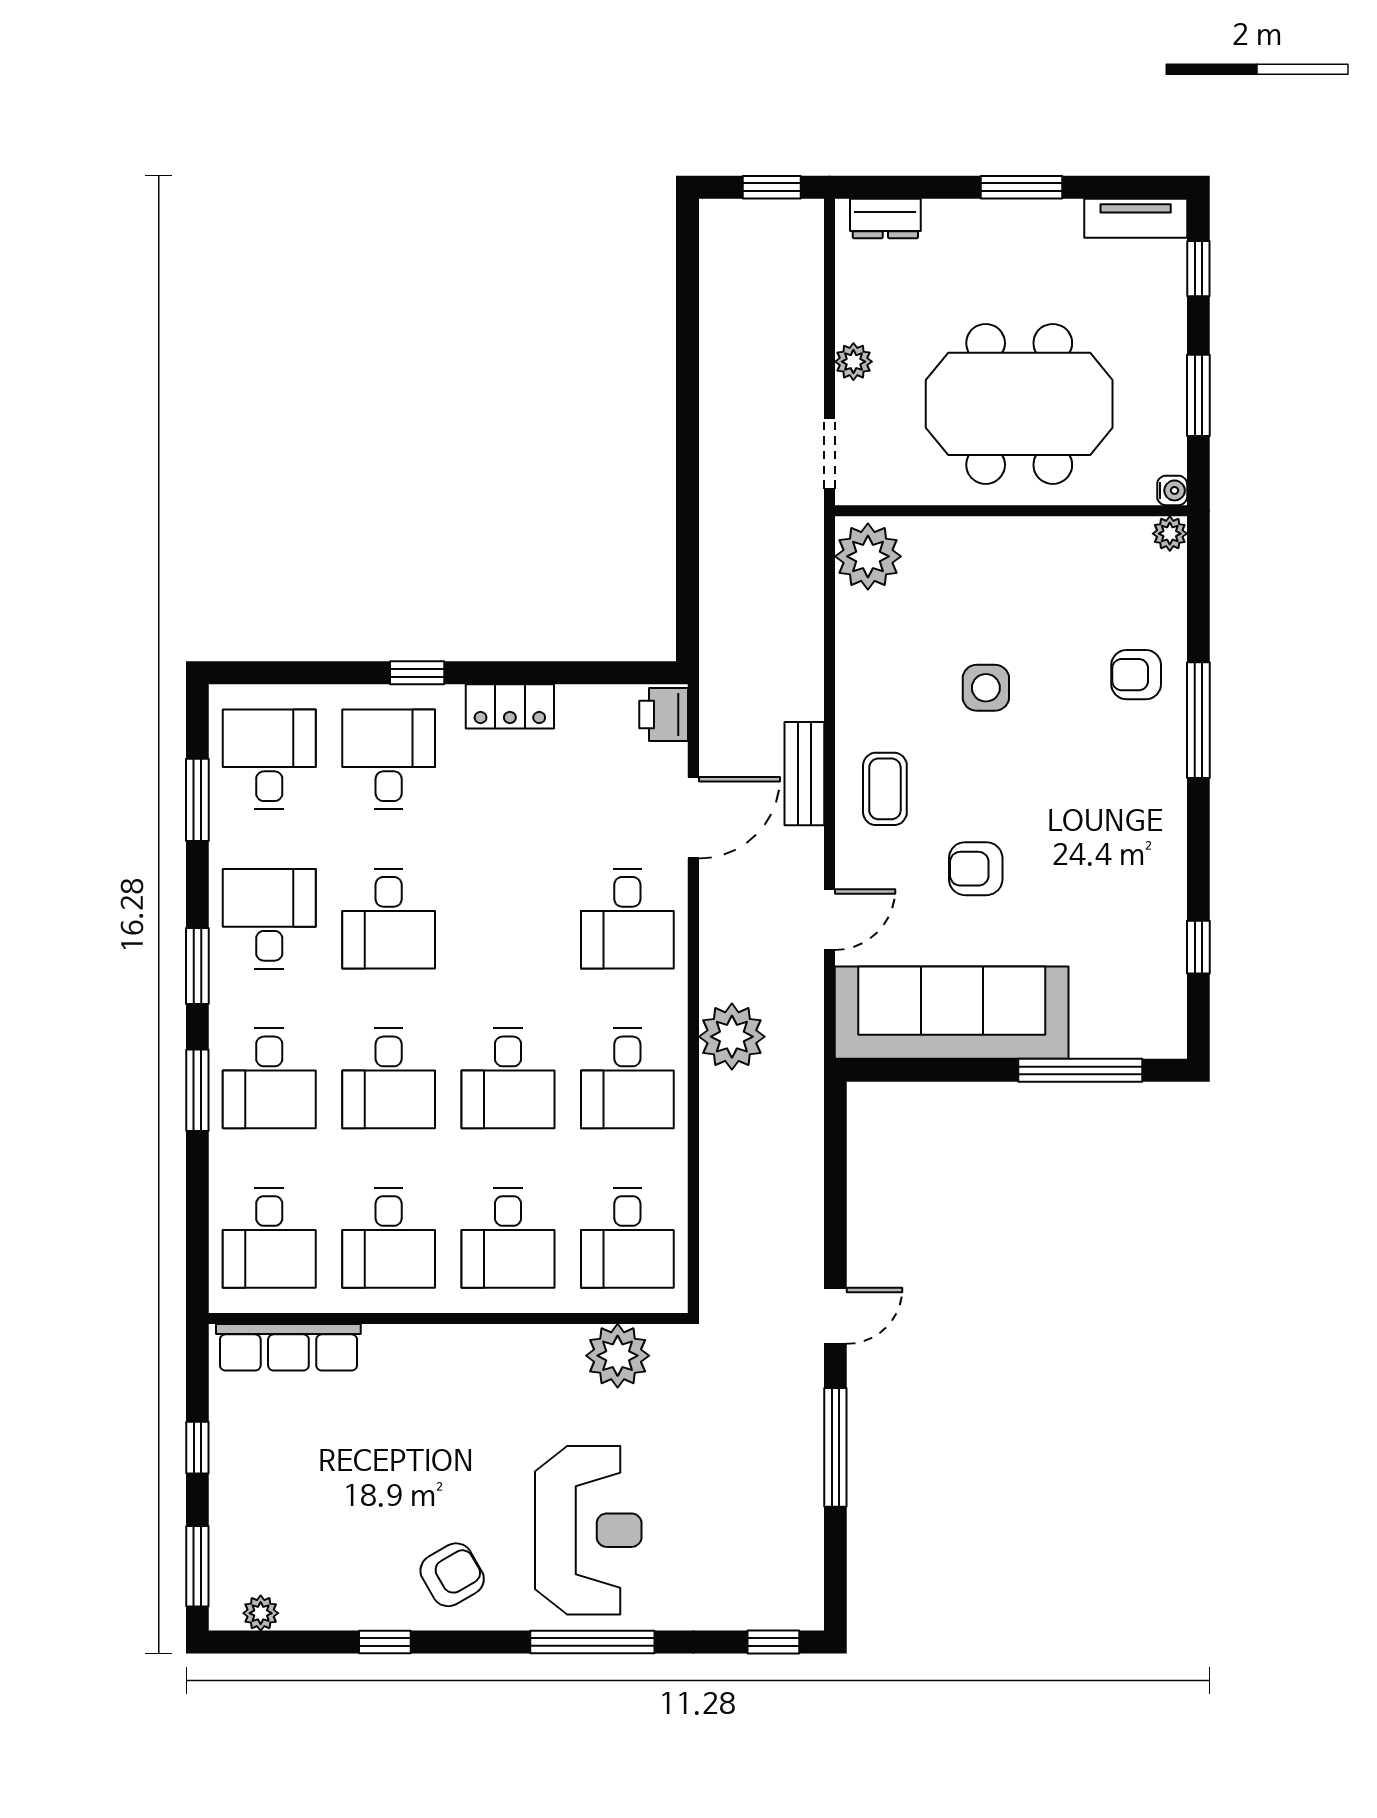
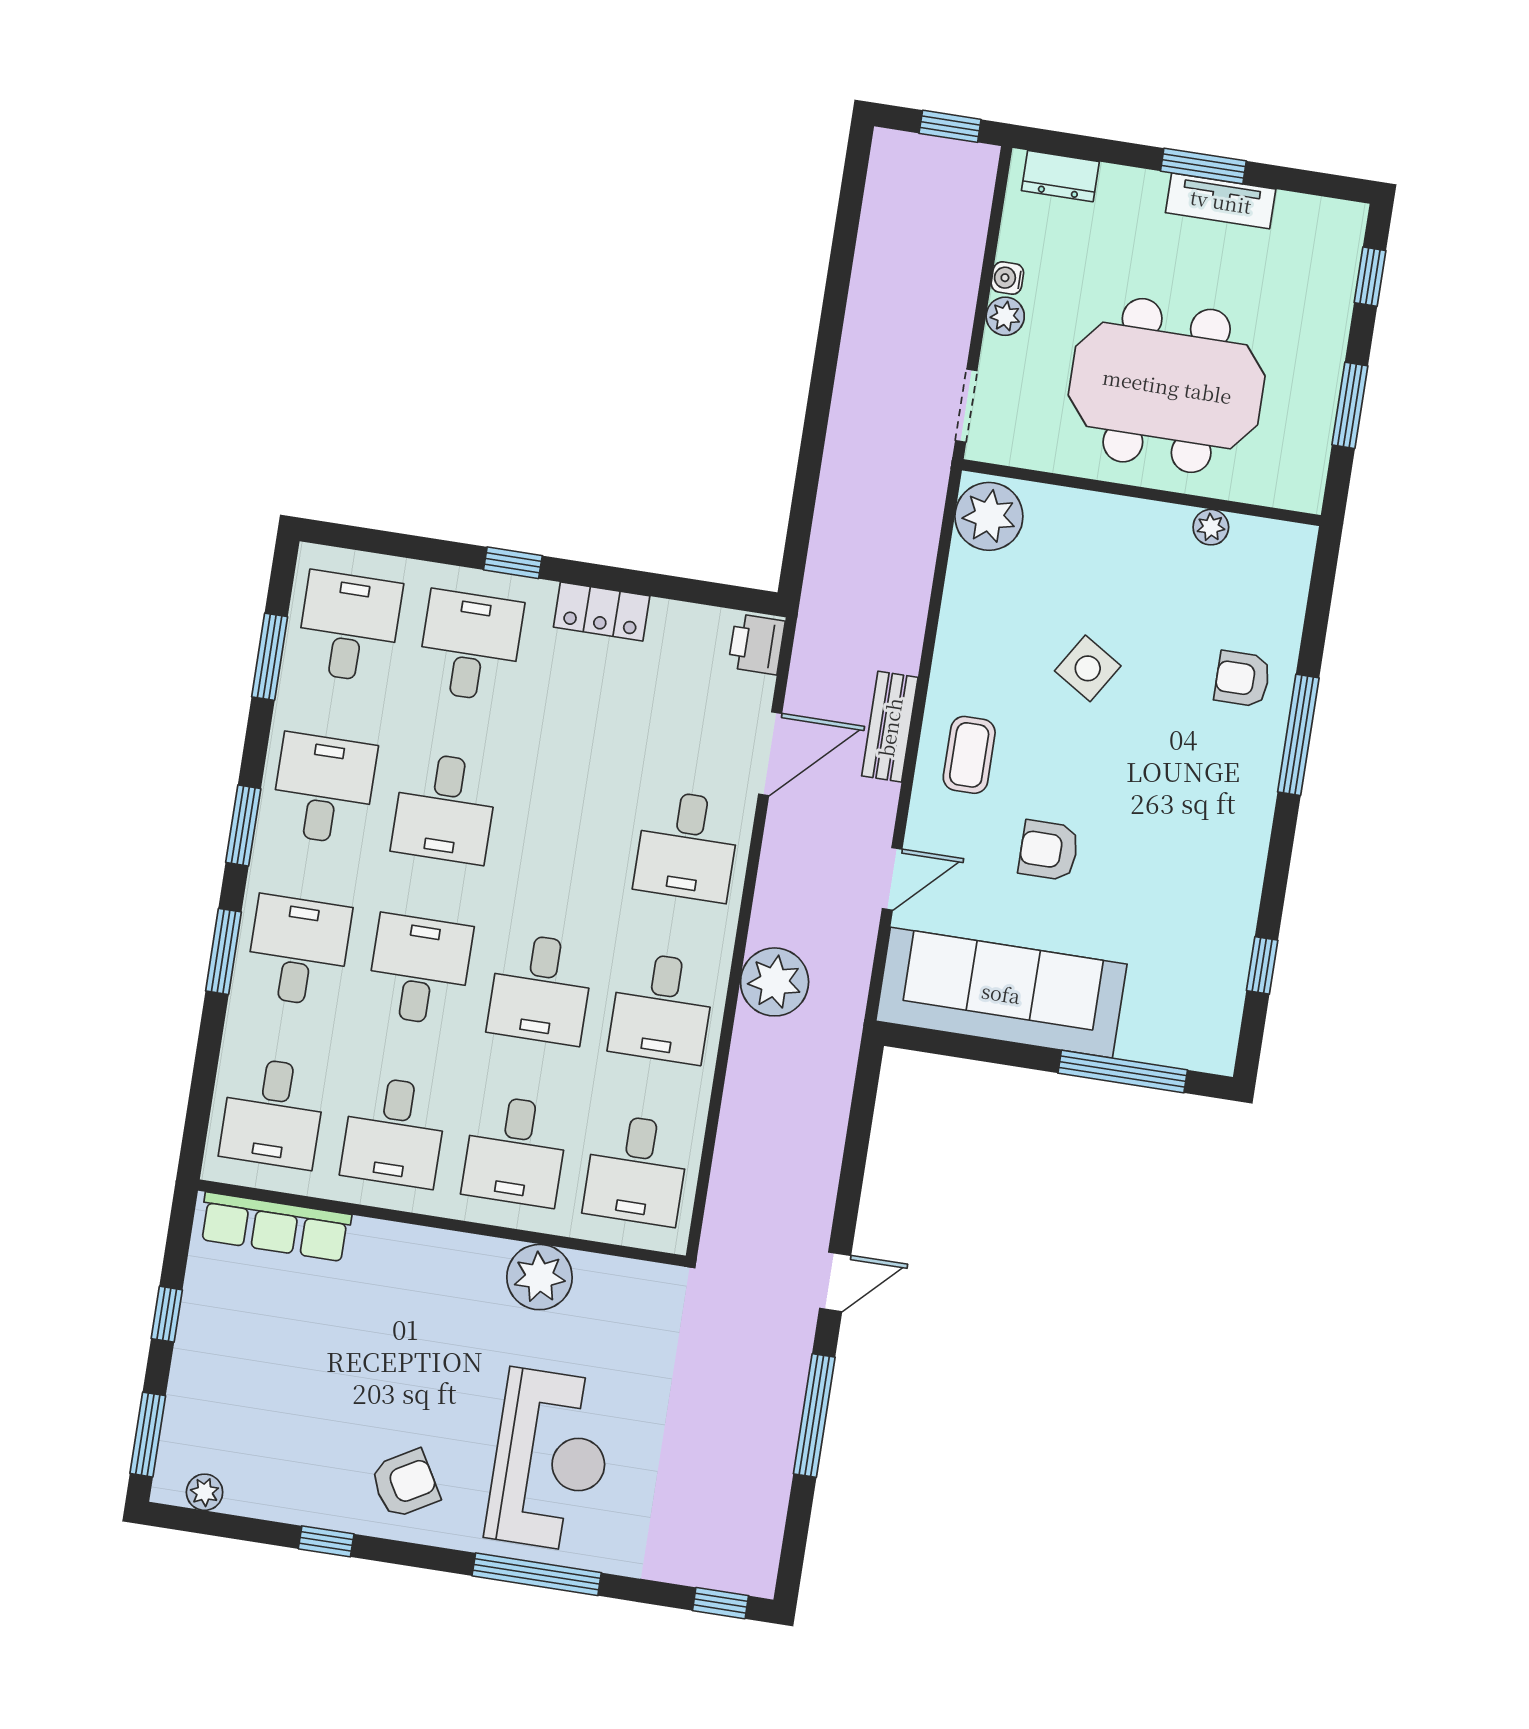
tv unit: (1136, 218) -> (1221, 201), moved
water cooler: (1172, 490) -> (1007, 278), moved, turned 180
plant: (1170, 534) -> (1211, 527), moved
side table: (986, 688) -> (1088, 668), turned 32
desk: (269, 1078) -> (298, 951), turned 180
desk: (389, 1078) -> (419, 970), turned 180
plant: (618, 1356) -> (539, 1277), moved

